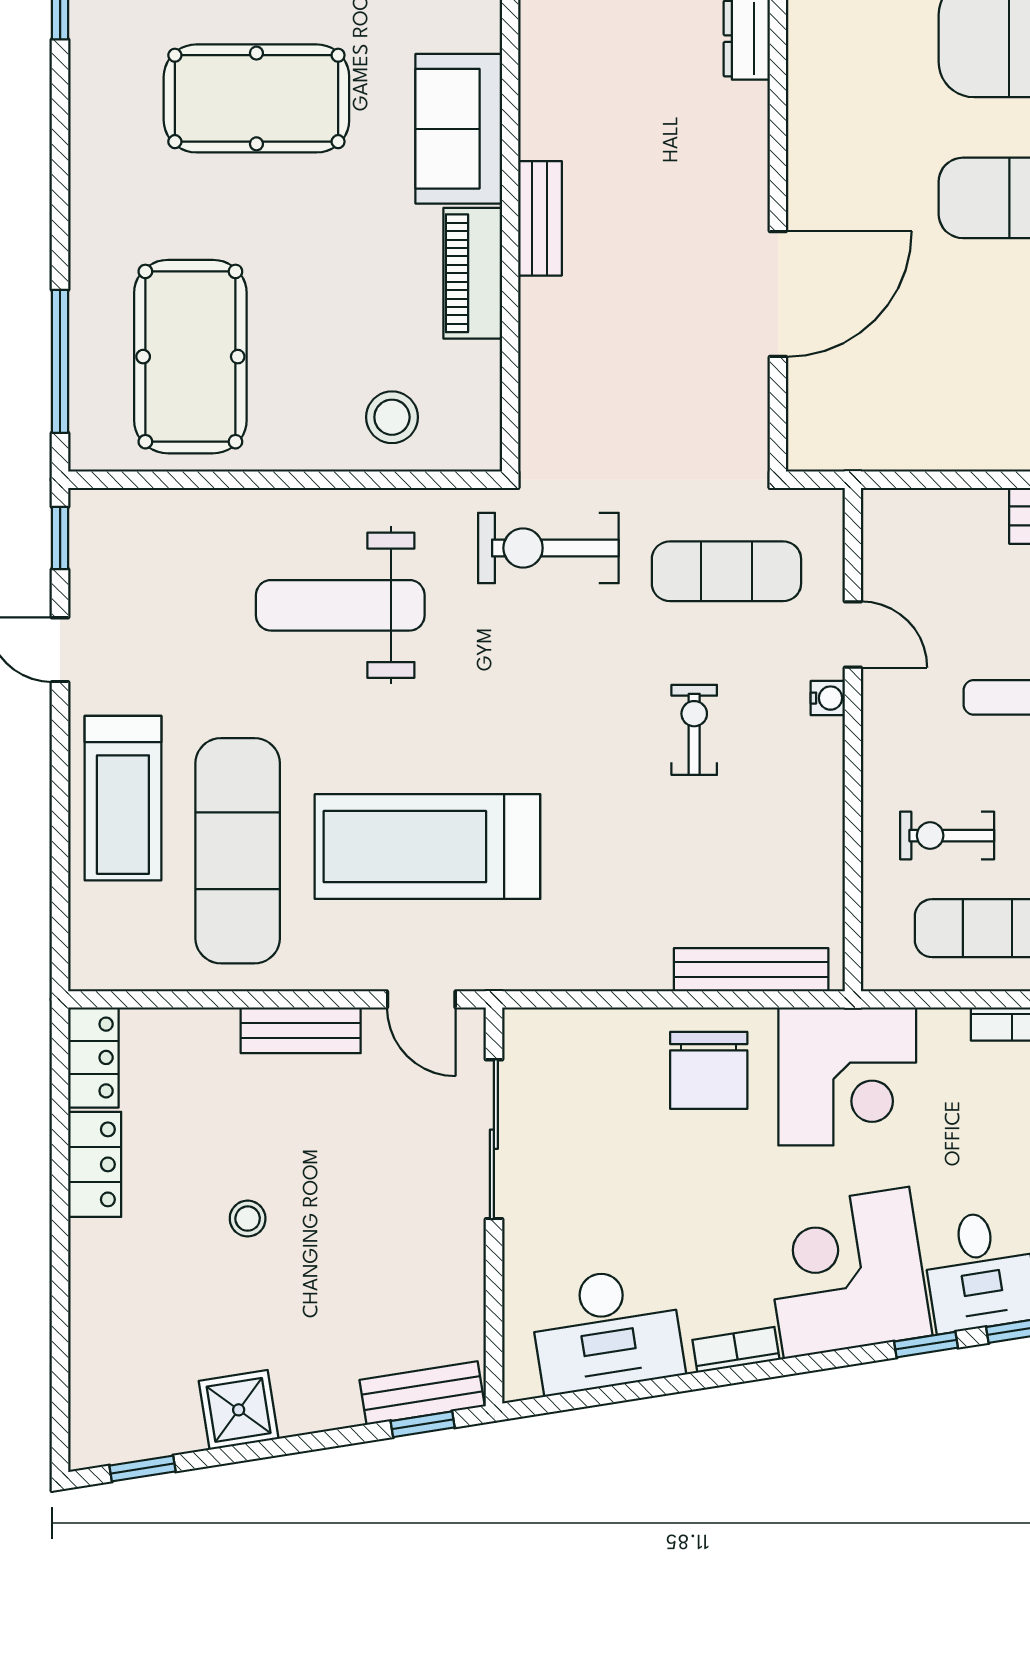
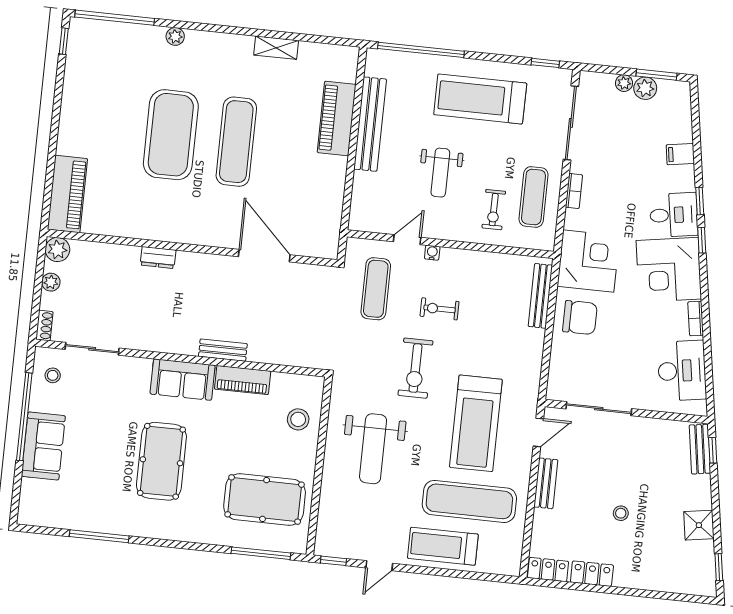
exercise bike: (548, 548) -> (415, 368), moved
treadmill: (123, 798) -> (443, 546), turned 180

